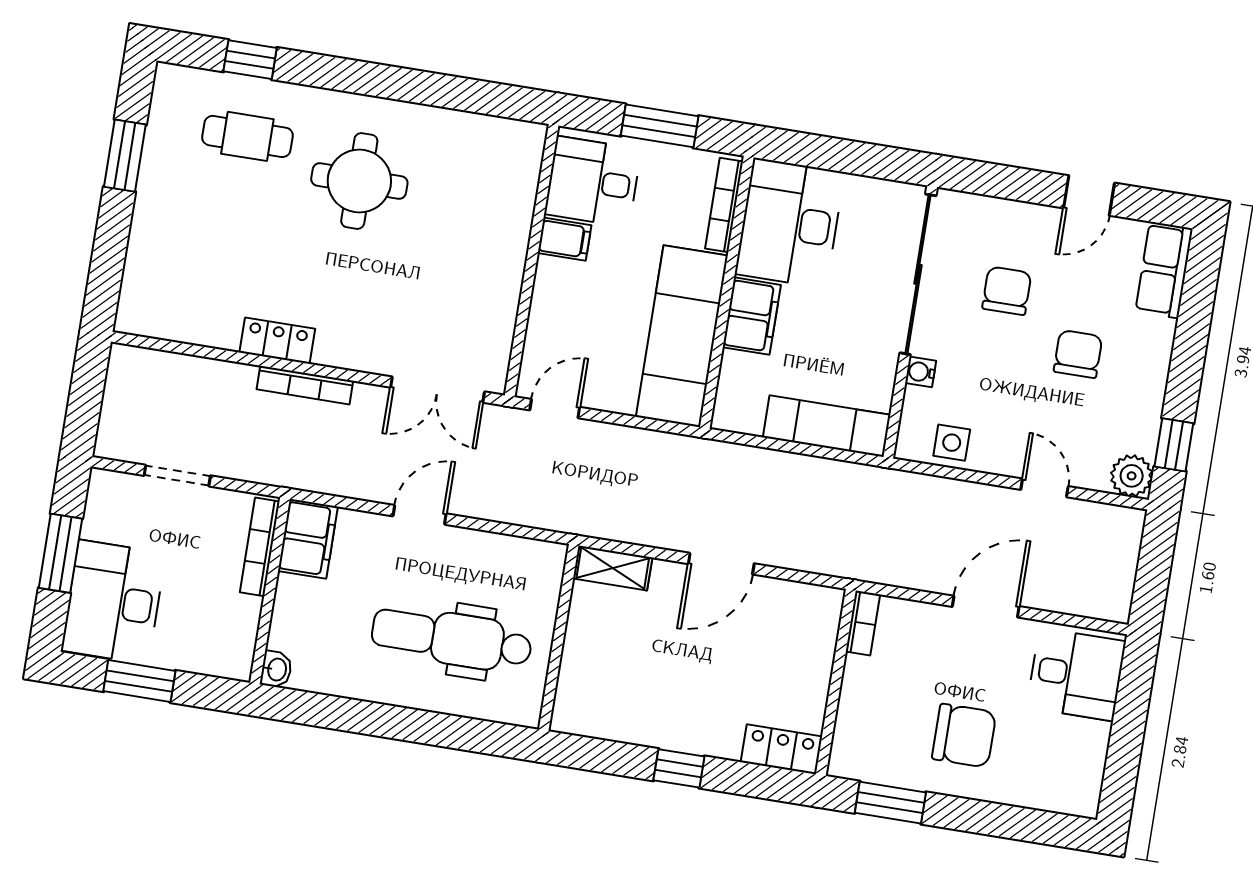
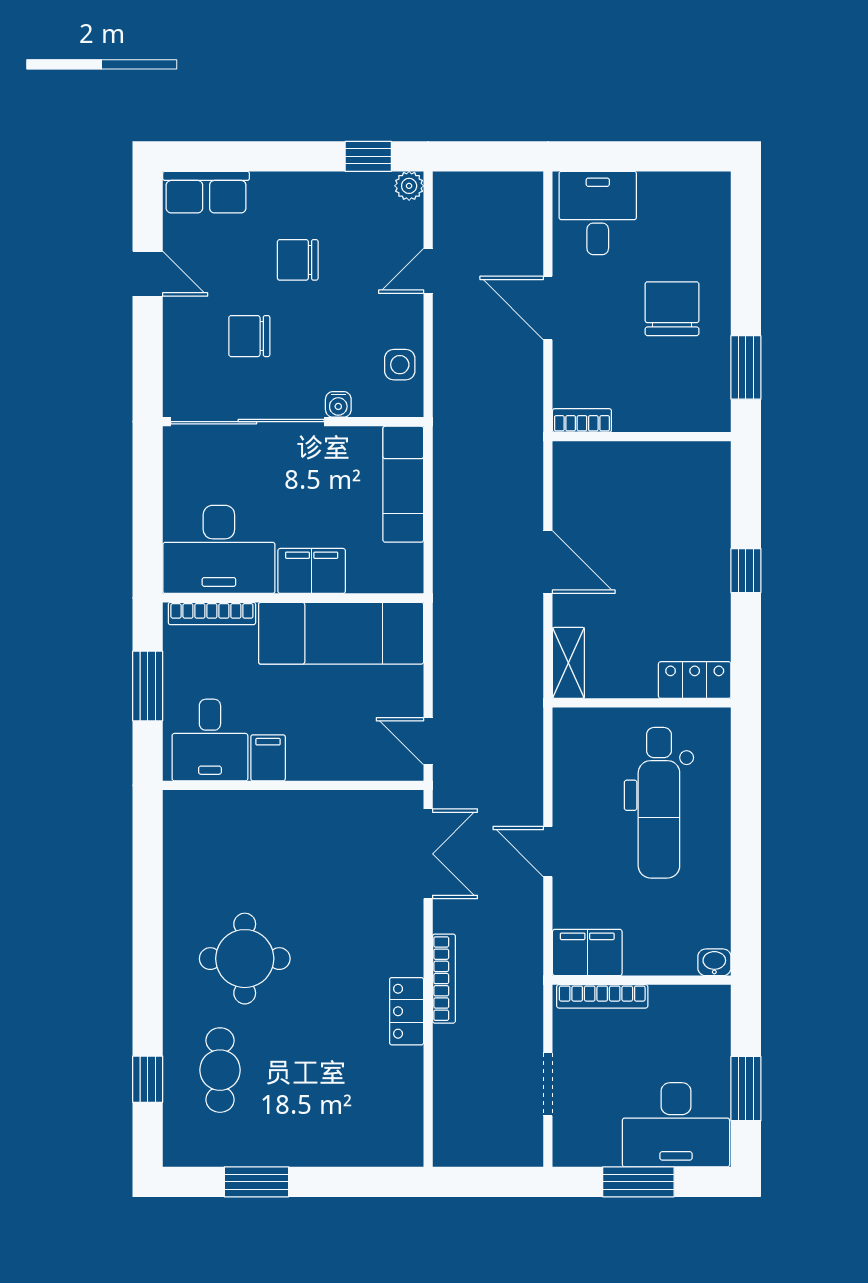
plant: (1132, 476) -> (409, 186), width x0.73, depth x0.73
locker: (781, 749) -> (695, 680), moved, turned 90

